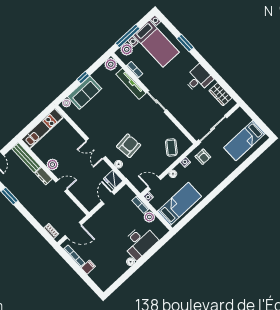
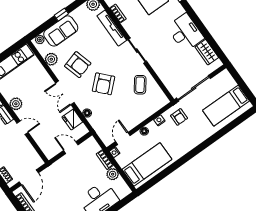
desk: (198, 79) -> (185, 33), width x1.37
plant: (79, 119) -> (51, 59), added
armchair: (104, 121) -> (78, 65), added
armchair: (129, 146) -> (104, 84), moved, turned 143
coffee table: (171, 147) -> (140, 85), moved
fridge: (113, 180) -> (72, 119), moved
door: (154, 183) -> (123, 139), hinge flipped
door: (108, 198) -> (71, 148), hinge flipped
door: (73, 230) -> (29, 177), hinge flipped

